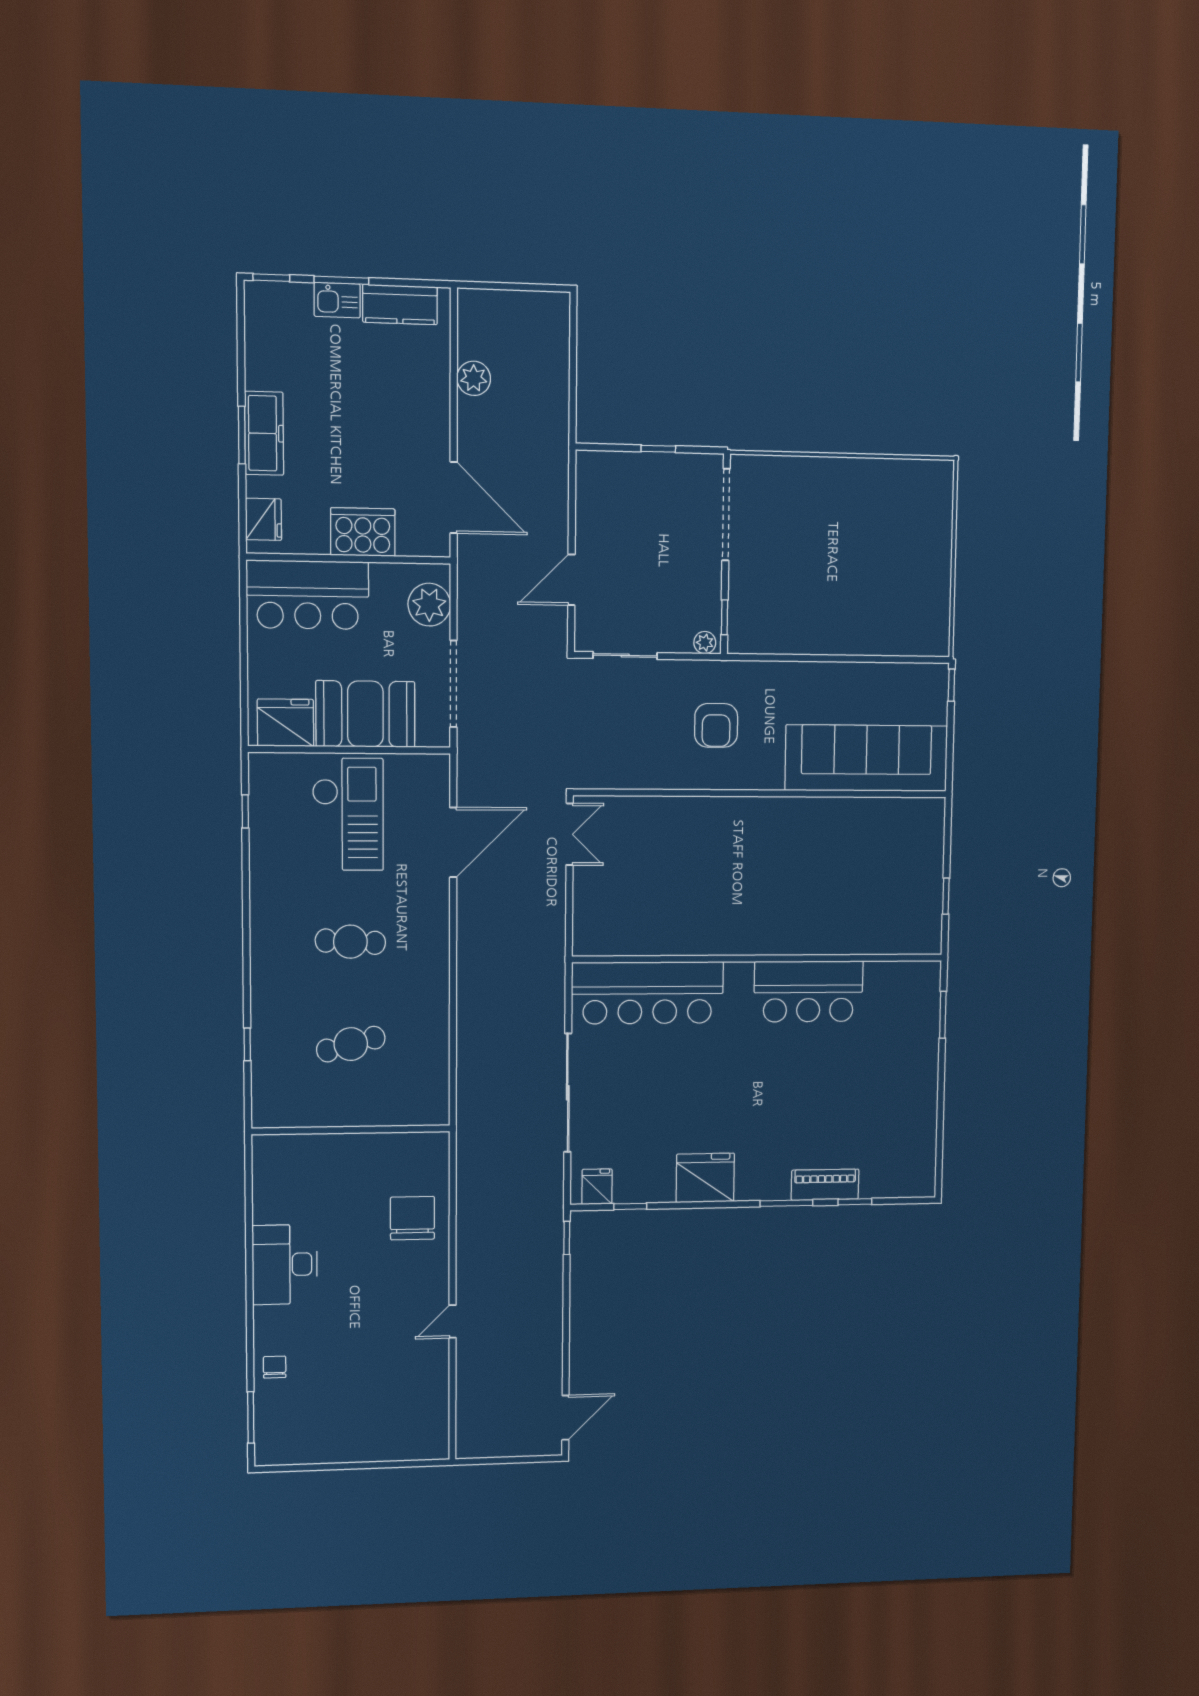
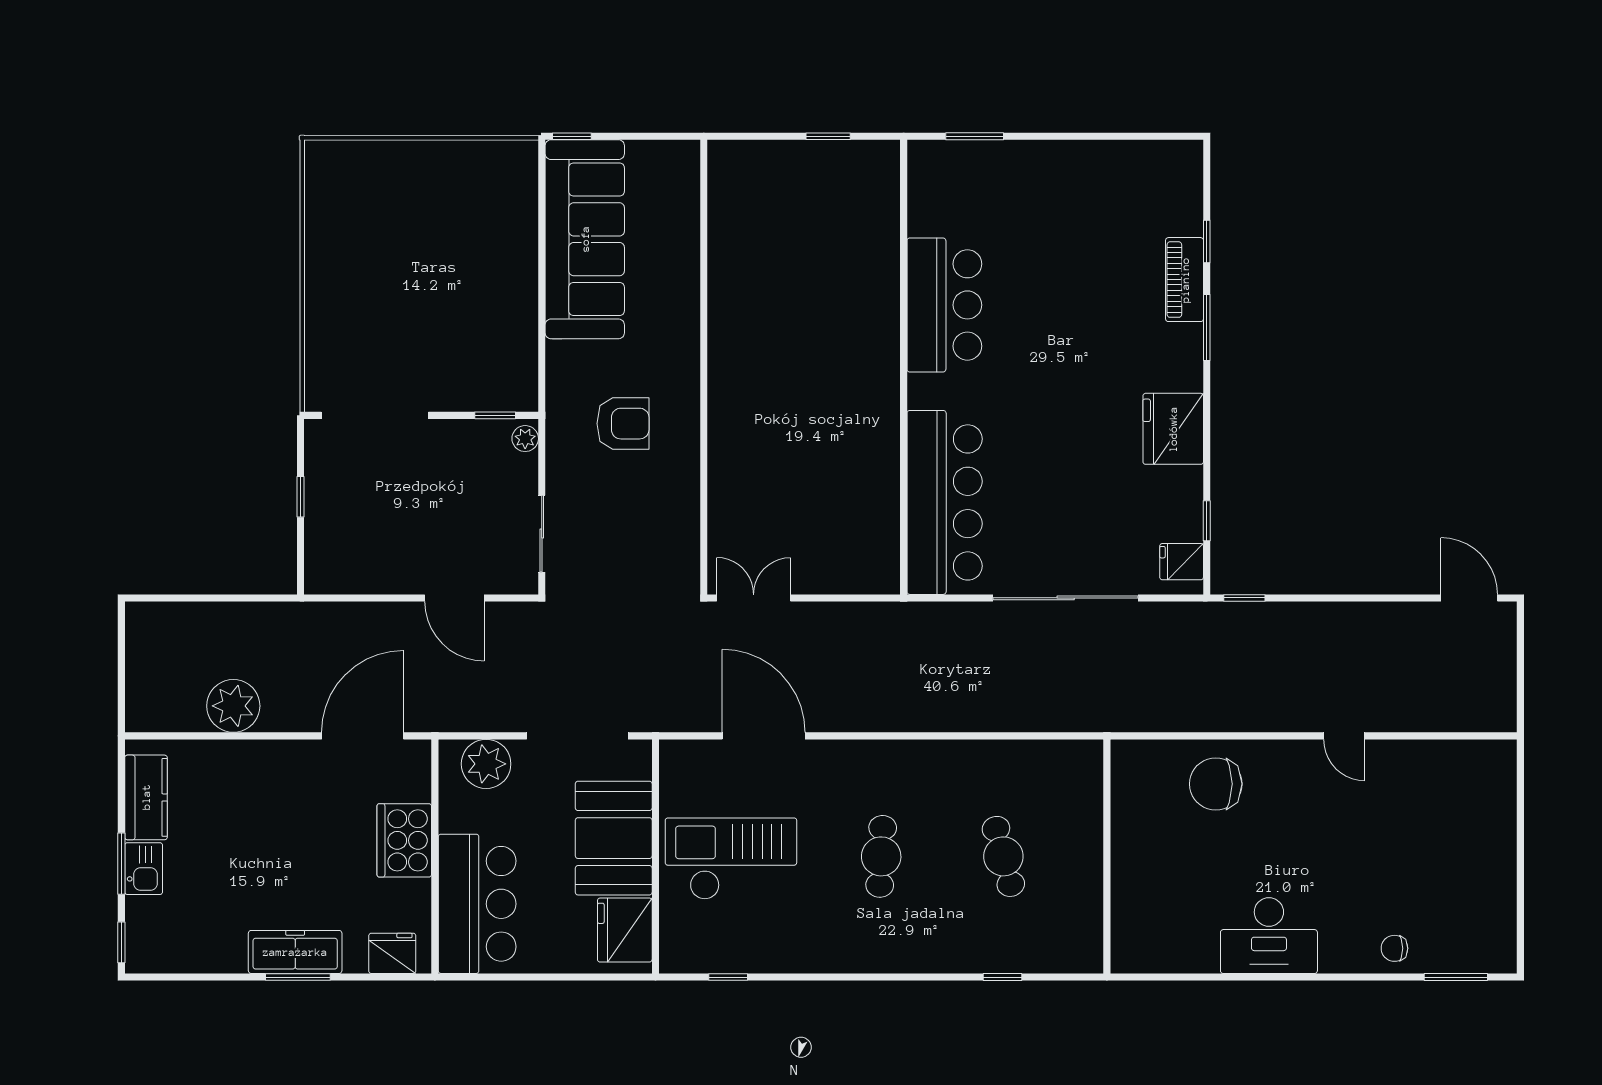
plant: (474, 378) -> (233, 706), width x1.36, depth x1.36
sofa: (866, 758) -> (585, 239), moved, turned 180

